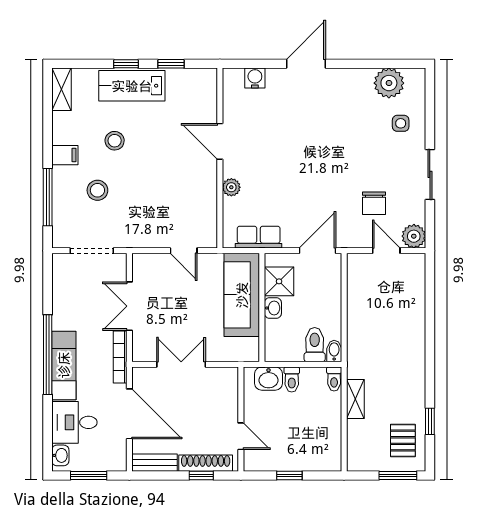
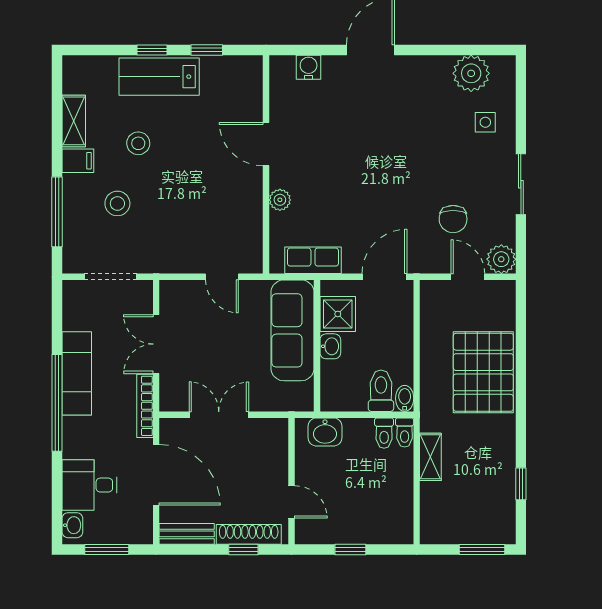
shelving: (61, 89) -> (74, 121), moved
exam couch: (64, 365) -> (77, 373), moved
toilet: (292, 379) -> (384, 433), moved
pallet: (403, 441) -> (483, 372), moved, width x2.05, depth x2.00

